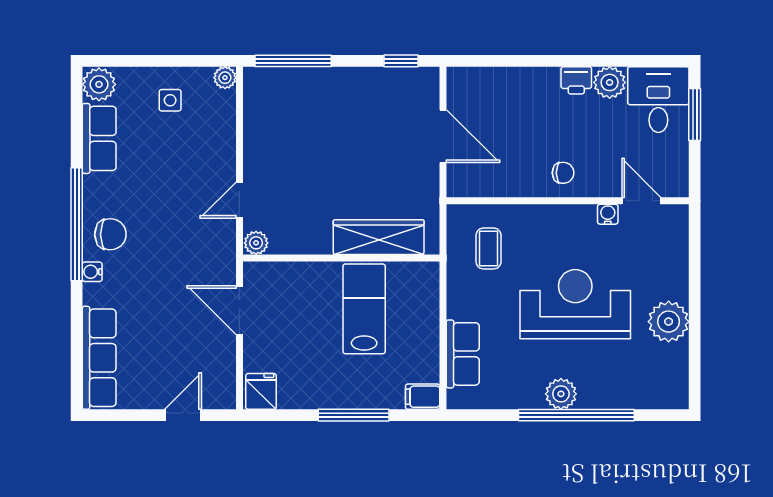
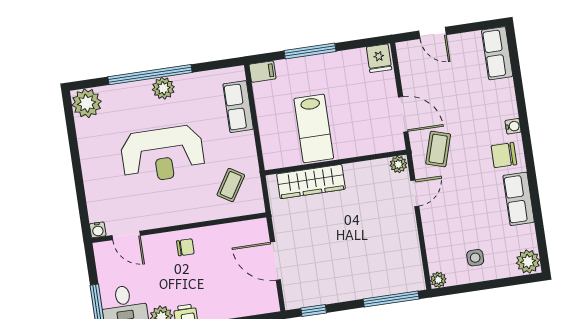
row of seats: (99, 138) -> (519, 199), moved
chair: (563, 173) -> (185, 247), turned 180
water cooler: (608, 214) -> (98, 230), moved
window: (77, 224) -> (529, 159), removed
coffee table: (489, 248) -> (231, 185), turned 32
coffee table: (199, 256) -> (438, 149), added
plant: (669, 322) -> (87, 103), moved
row of seats: (99, 358) -> (497, 53), width x0.68
door: (183, 415) -> (433, 33), hinge flipped

